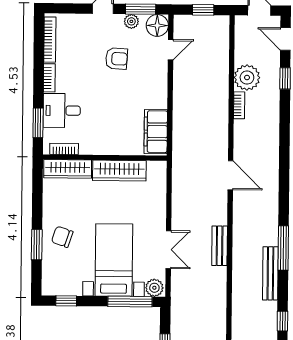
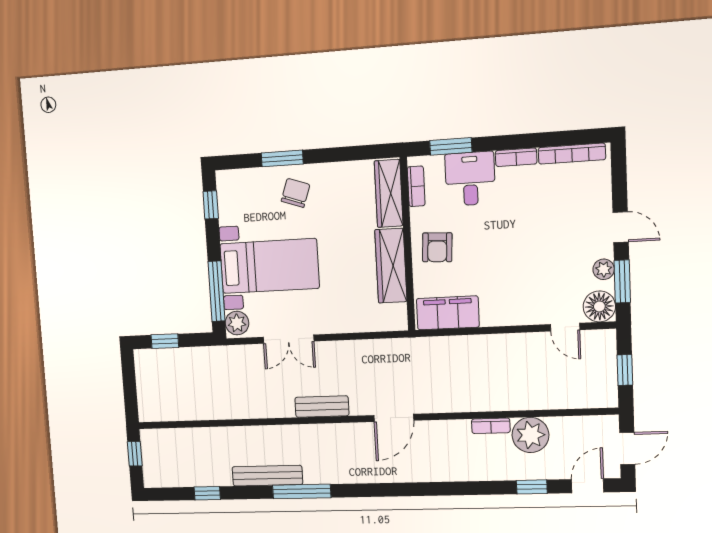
armchair: (117, 59) -> (437, 247), moved
bench: (220, 246) -> (322, 407), moved

